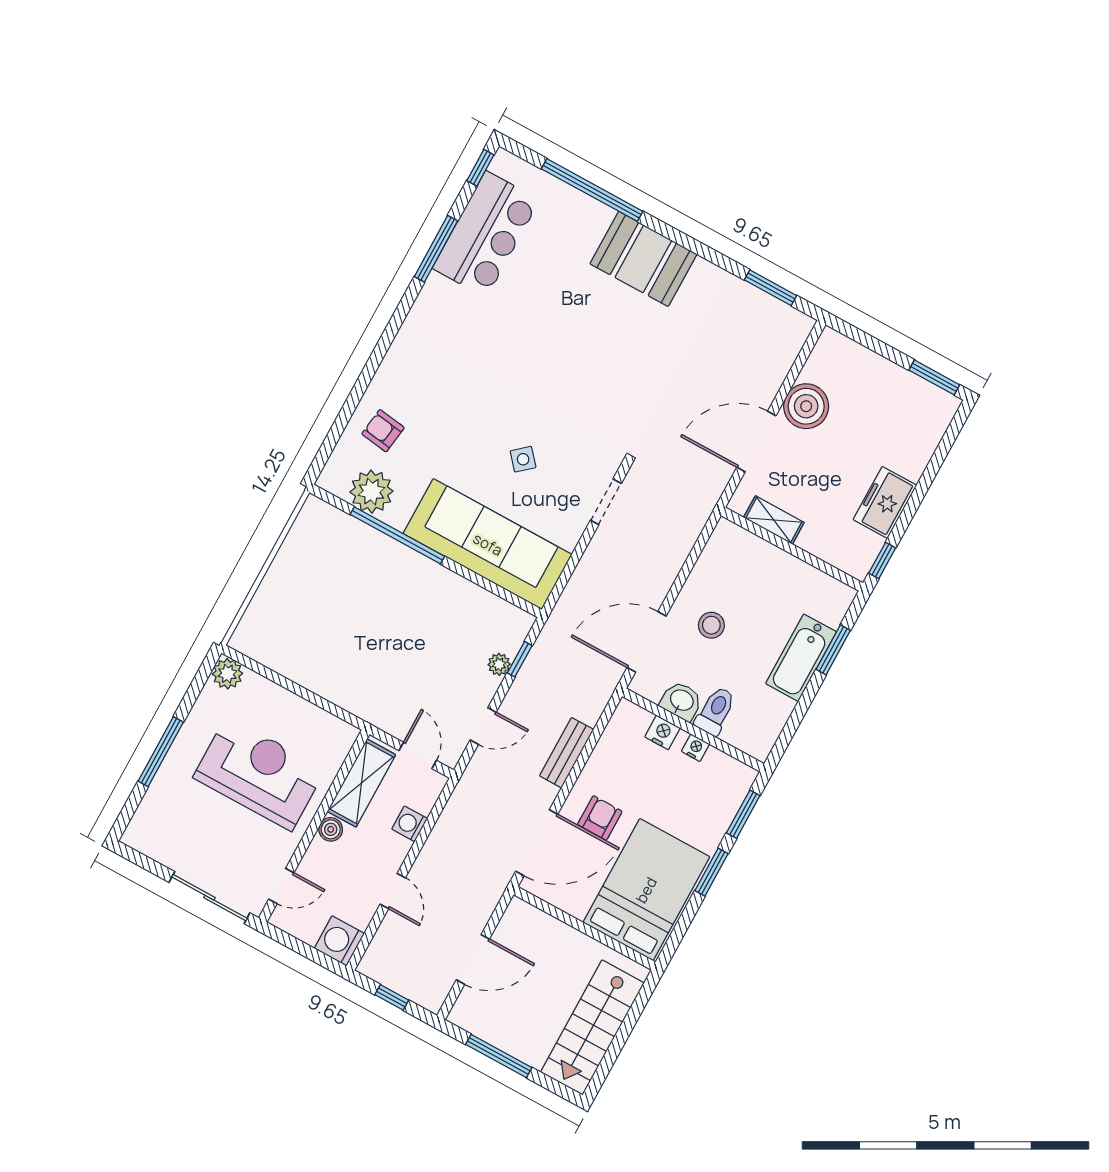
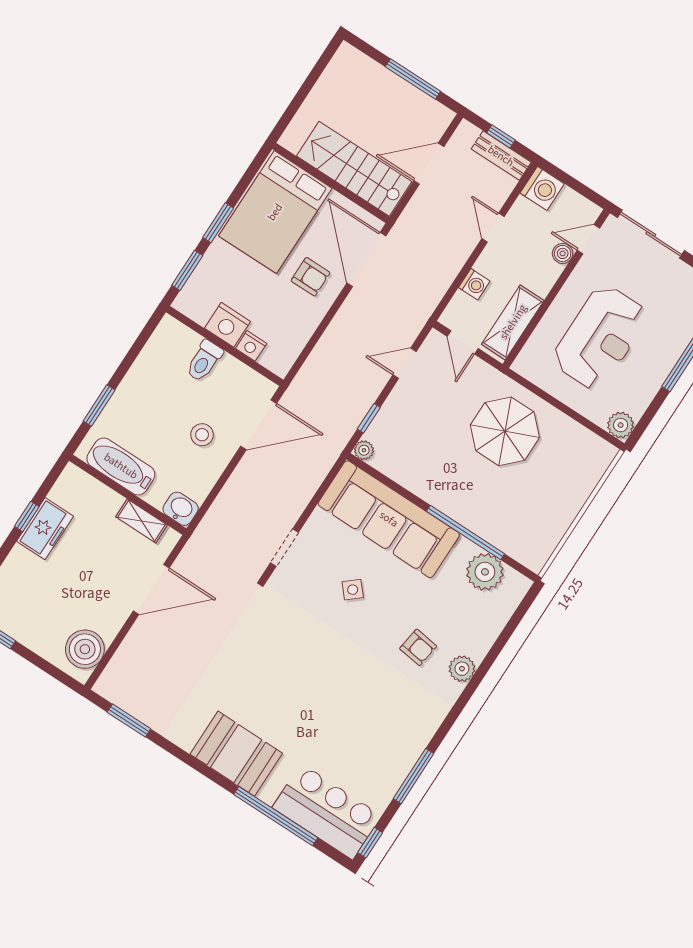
bar counter: (486, 234) -> (327, 812), moved, turned 90
plant: (389, 377) -> (462, 669), added
boiler: (806, 406) -> (85, 649), moved
armchair: (383, 431) -> (418, 647), moved
window: (882, 561) -> (27, 517), moved
parasol: (361, 656) -> (505, 431), added
bathtub: (801, 658) -> (121, 466), moved, turned -90
plant: (499, 664) -> (364, 450), moved
washbasin: (681, 701) -> (181, 509), moved, turned 180
nightstand: (695, 748) -> (228, 325), width x1.89, depth x1.79
bench: (567, 753) -> (501, 156), moved, turned 90
reception desk: (259, 773) -> (600, 337), turned -90
armchair: (600, 818) -> (310, 277), turned -90
boiler: (331, 829) -> (563, 253), moved
door: (537, 843) -> (366, 260), hinge flipped
stairs: (592, 1028) -> (354, 169), moved, turned -90

